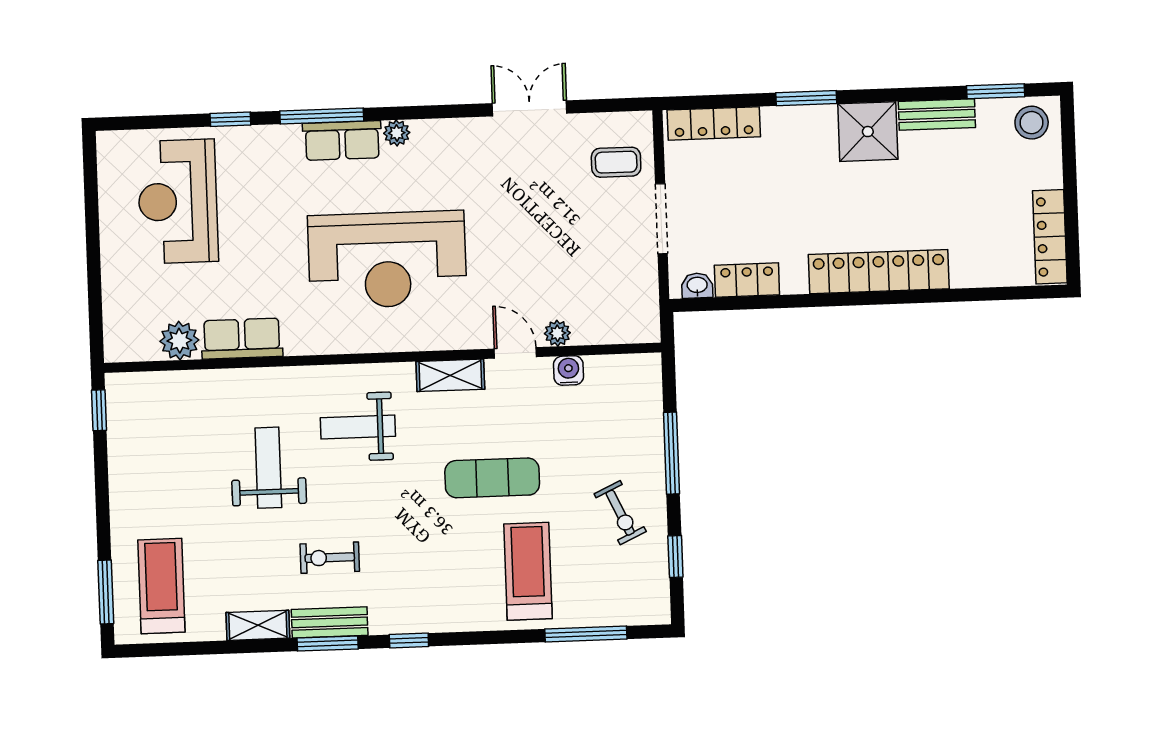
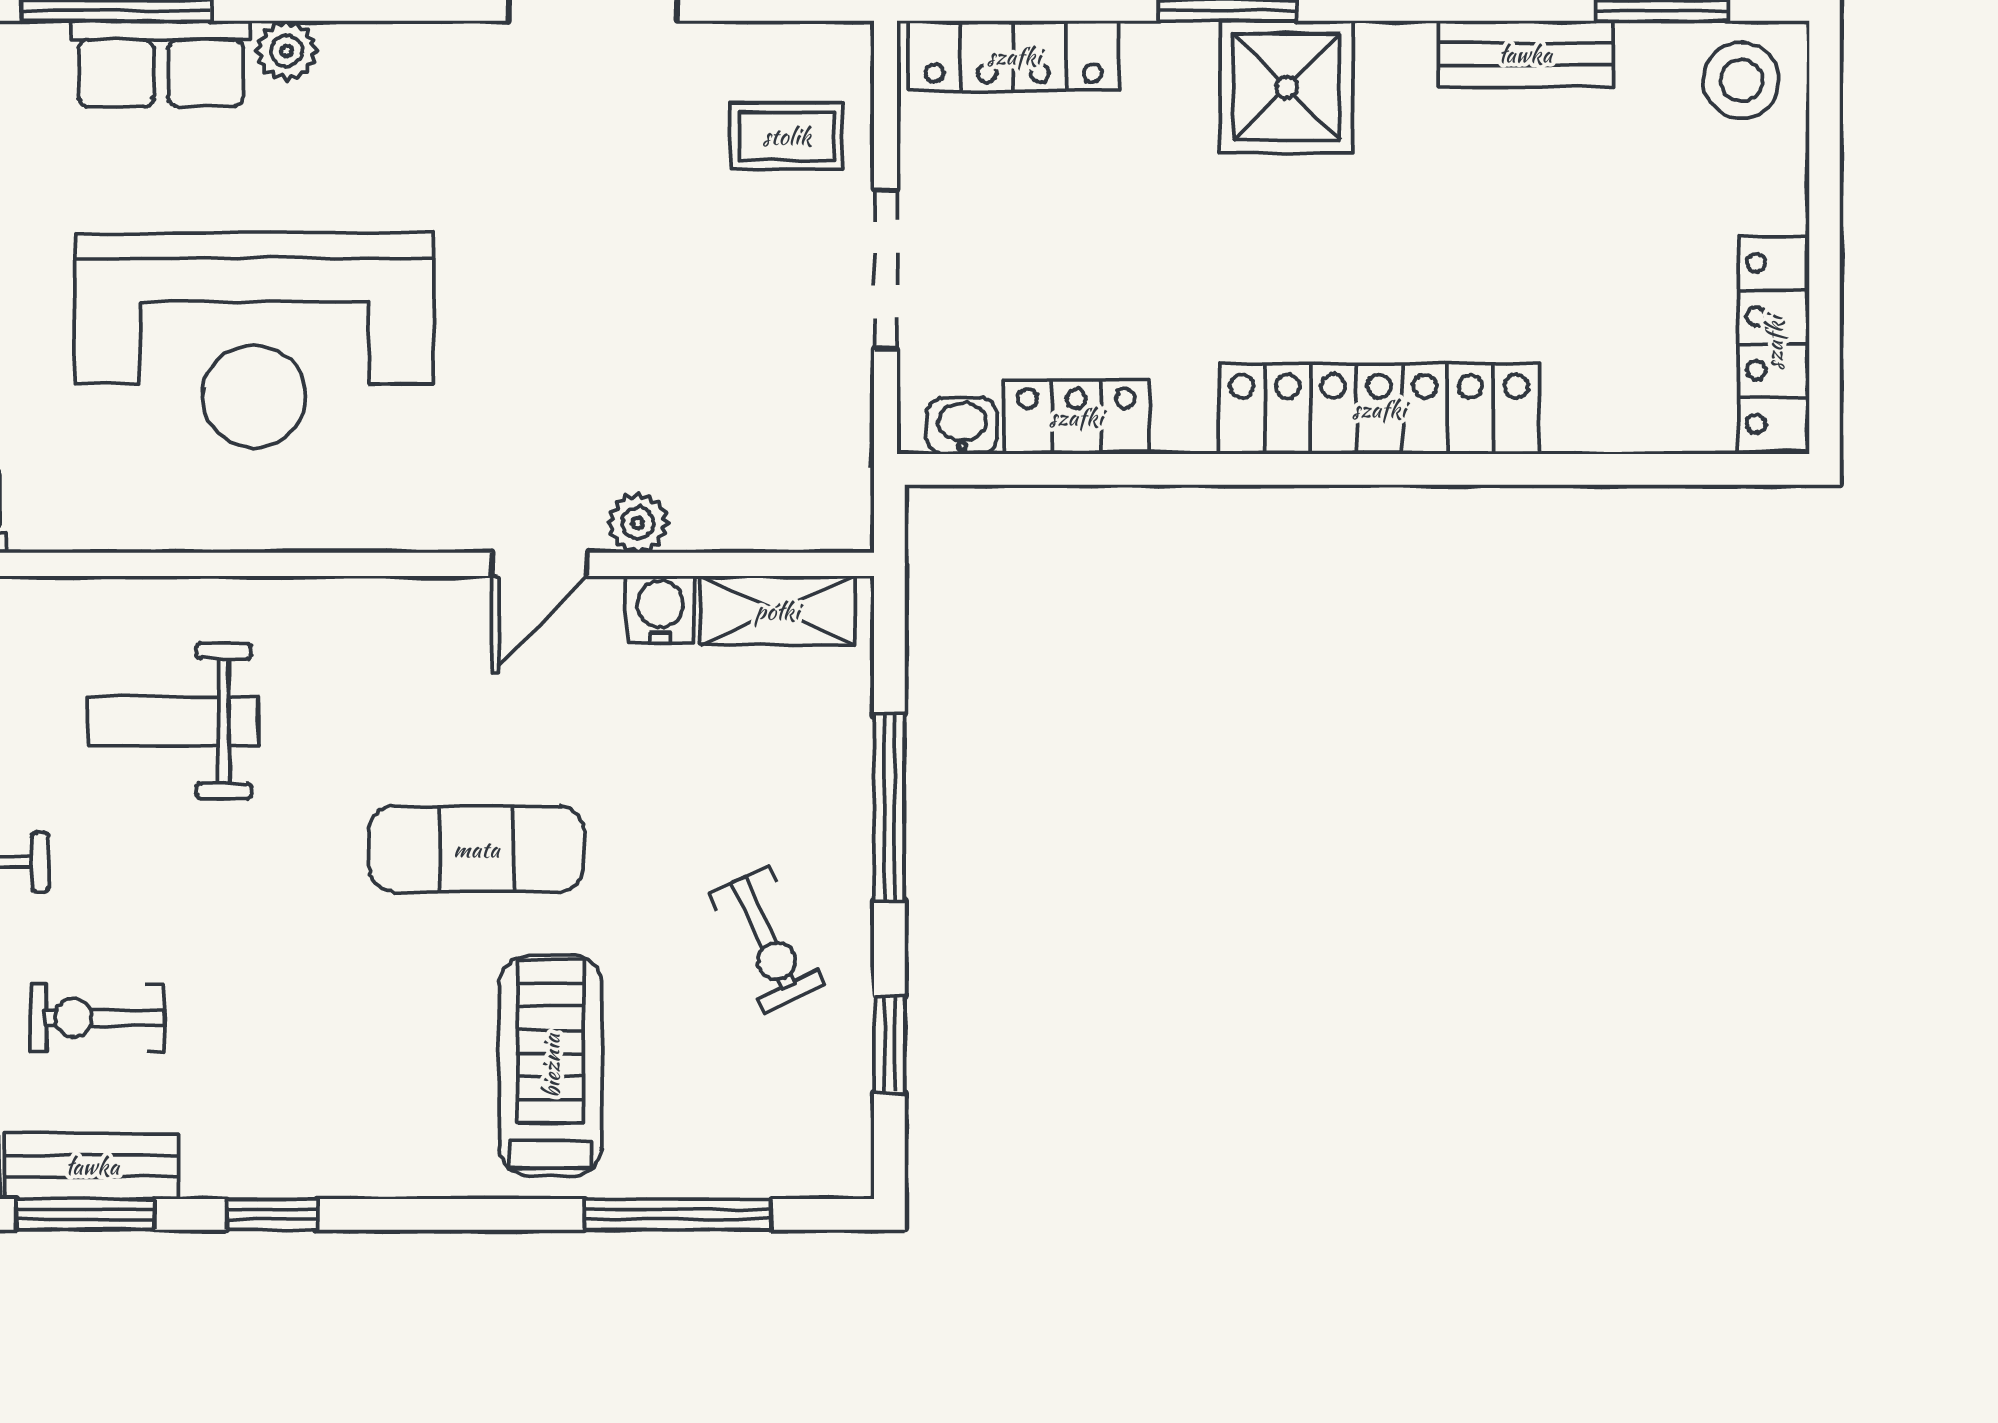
shower: (868, 132) -> (1286, 87), moved
door: (515, 353) -> (540, 564), swing flipped
shelving: (450, 375) -> (777, 611), moved

